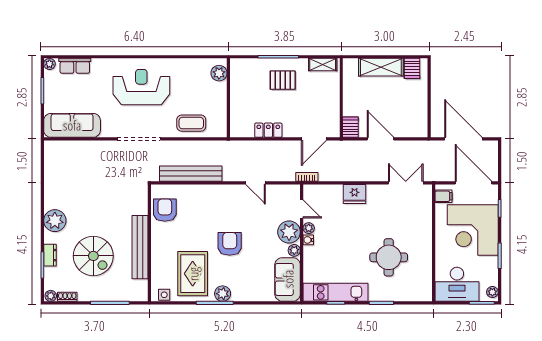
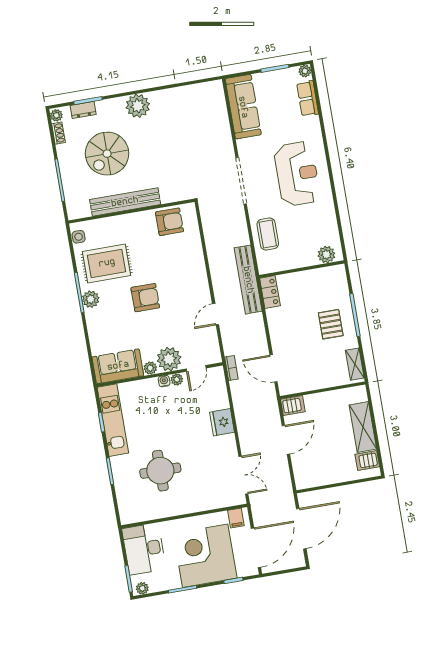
locker: (268, 130) -> (270, 292), moved
bench: (191, 174) -> (248, 280), moved
dresser: (50, 255) -> (83, 110), moved

